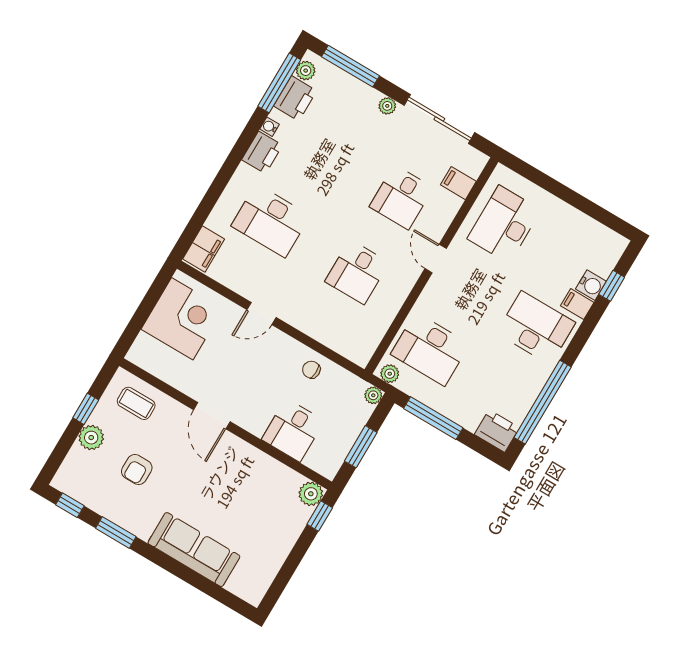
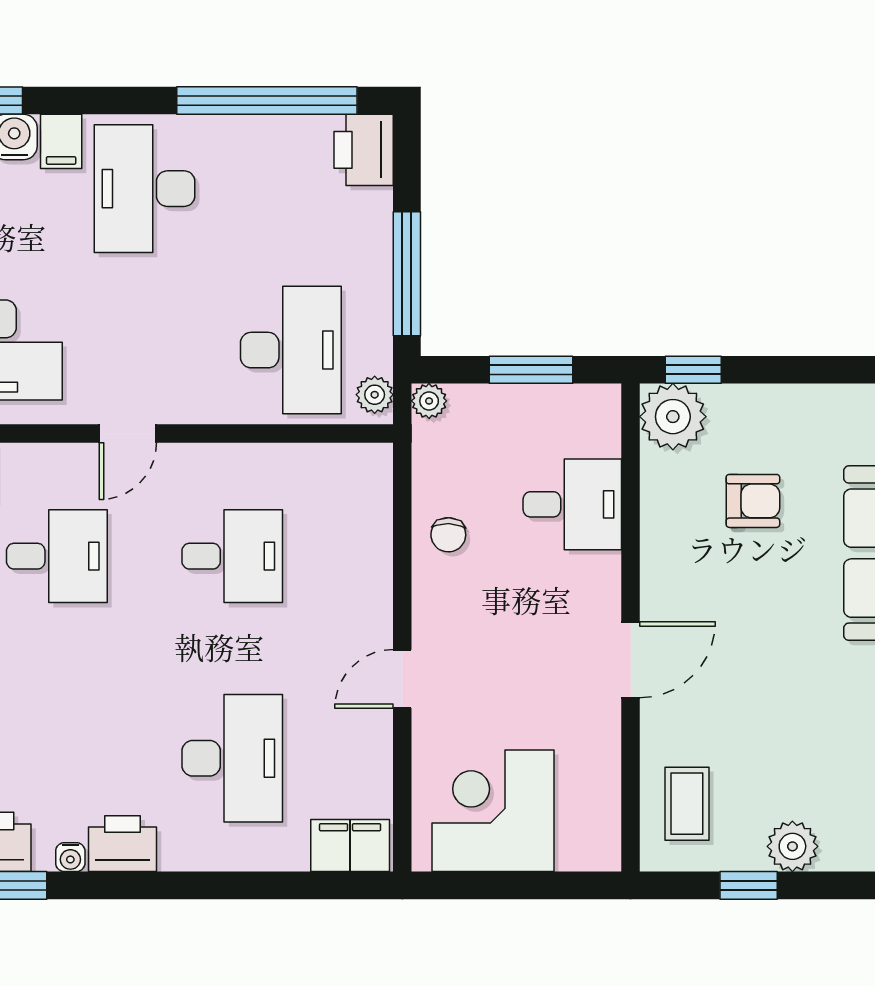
door: (261, 314) -> (402, 679), swing flipped
armchair: (137, 470) -> (753, 501), moved
plant: (311, 494) -> (673, 417), width x1.36, depth x1.36

